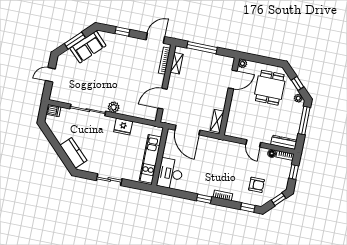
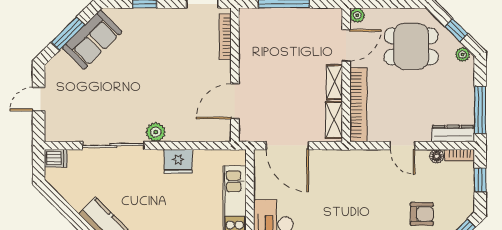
shelving: (177, 63) -> (334, 82), moved
dining table: (270, 88) -> (411, 46), turned 90
bookcase: (233, 115) -> (358, 105), added
window: (304, 120) -> (480, 110), moved

